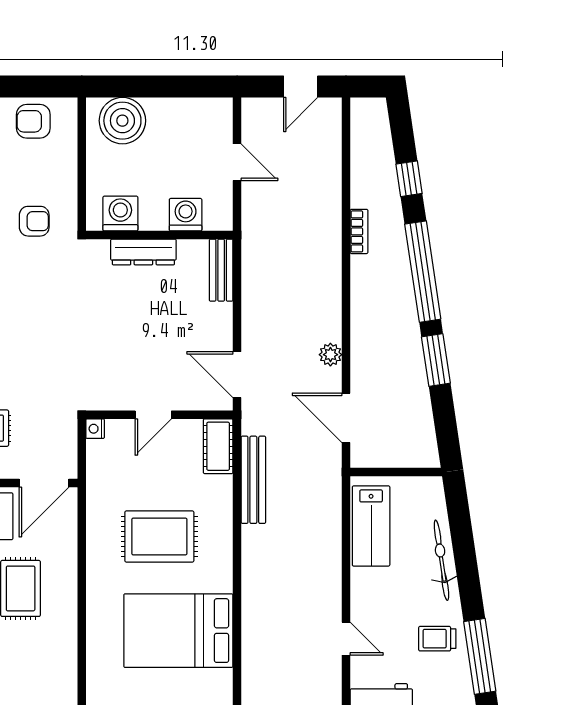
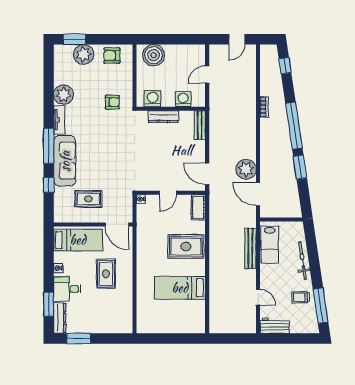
door: (237, 162) -> (207, 75), swing flipped
window: (409, 179) -> (285, 66), moved
plant: (330, 355) -> (246, 169), width x1.87, depth x1.87
bench: (253, 480) -> (250, 248), moved
door: (44, 483) -> (117, 225), hinge flipped
rug: (159, 536) -> (186, 247), moved
bed: (178, 631) -> (180, 288), width x0.67

